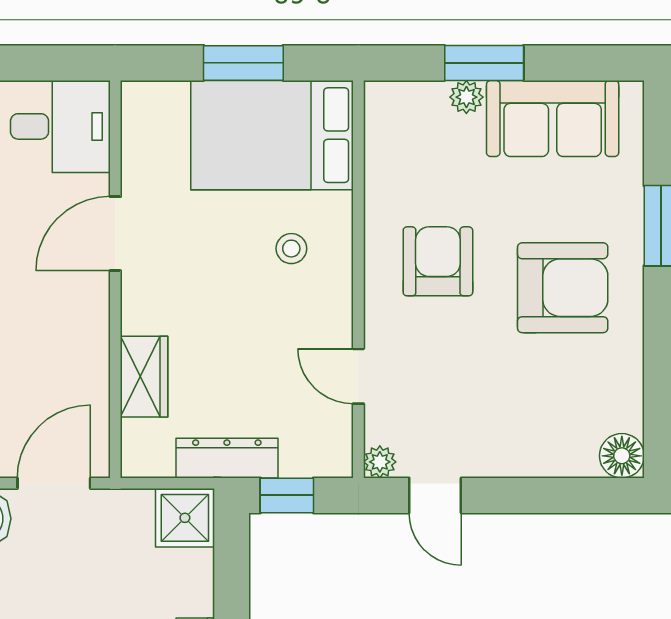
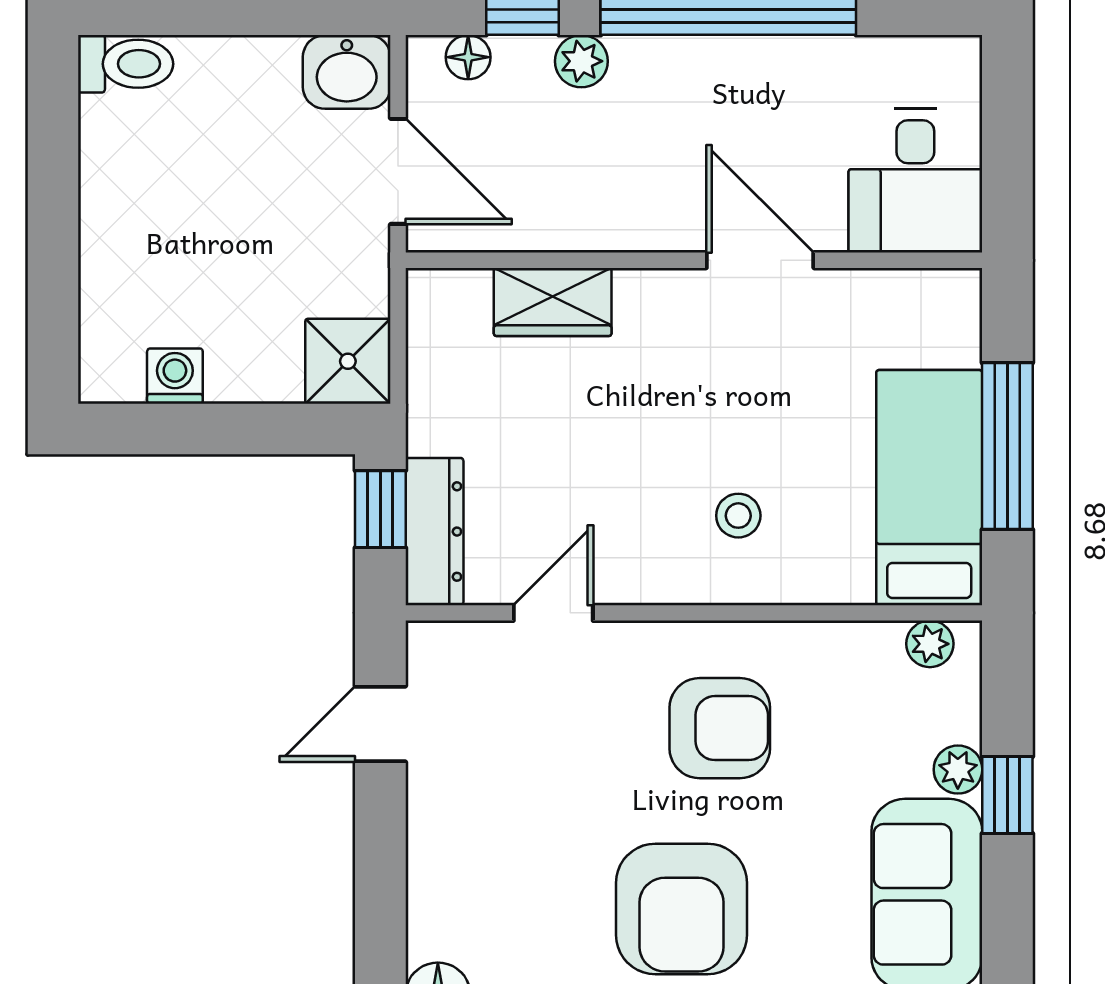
window: (243, 63) -> (1007, 446), width x1.44
window: (484, 63) -> (1007, 795), width x0.67
bed: (272, 135) -> (929, 488), width x0.67
dresser: (227, 458) -> (434, 532), moved
plant: (380, 462) -> (930, 644), moved

